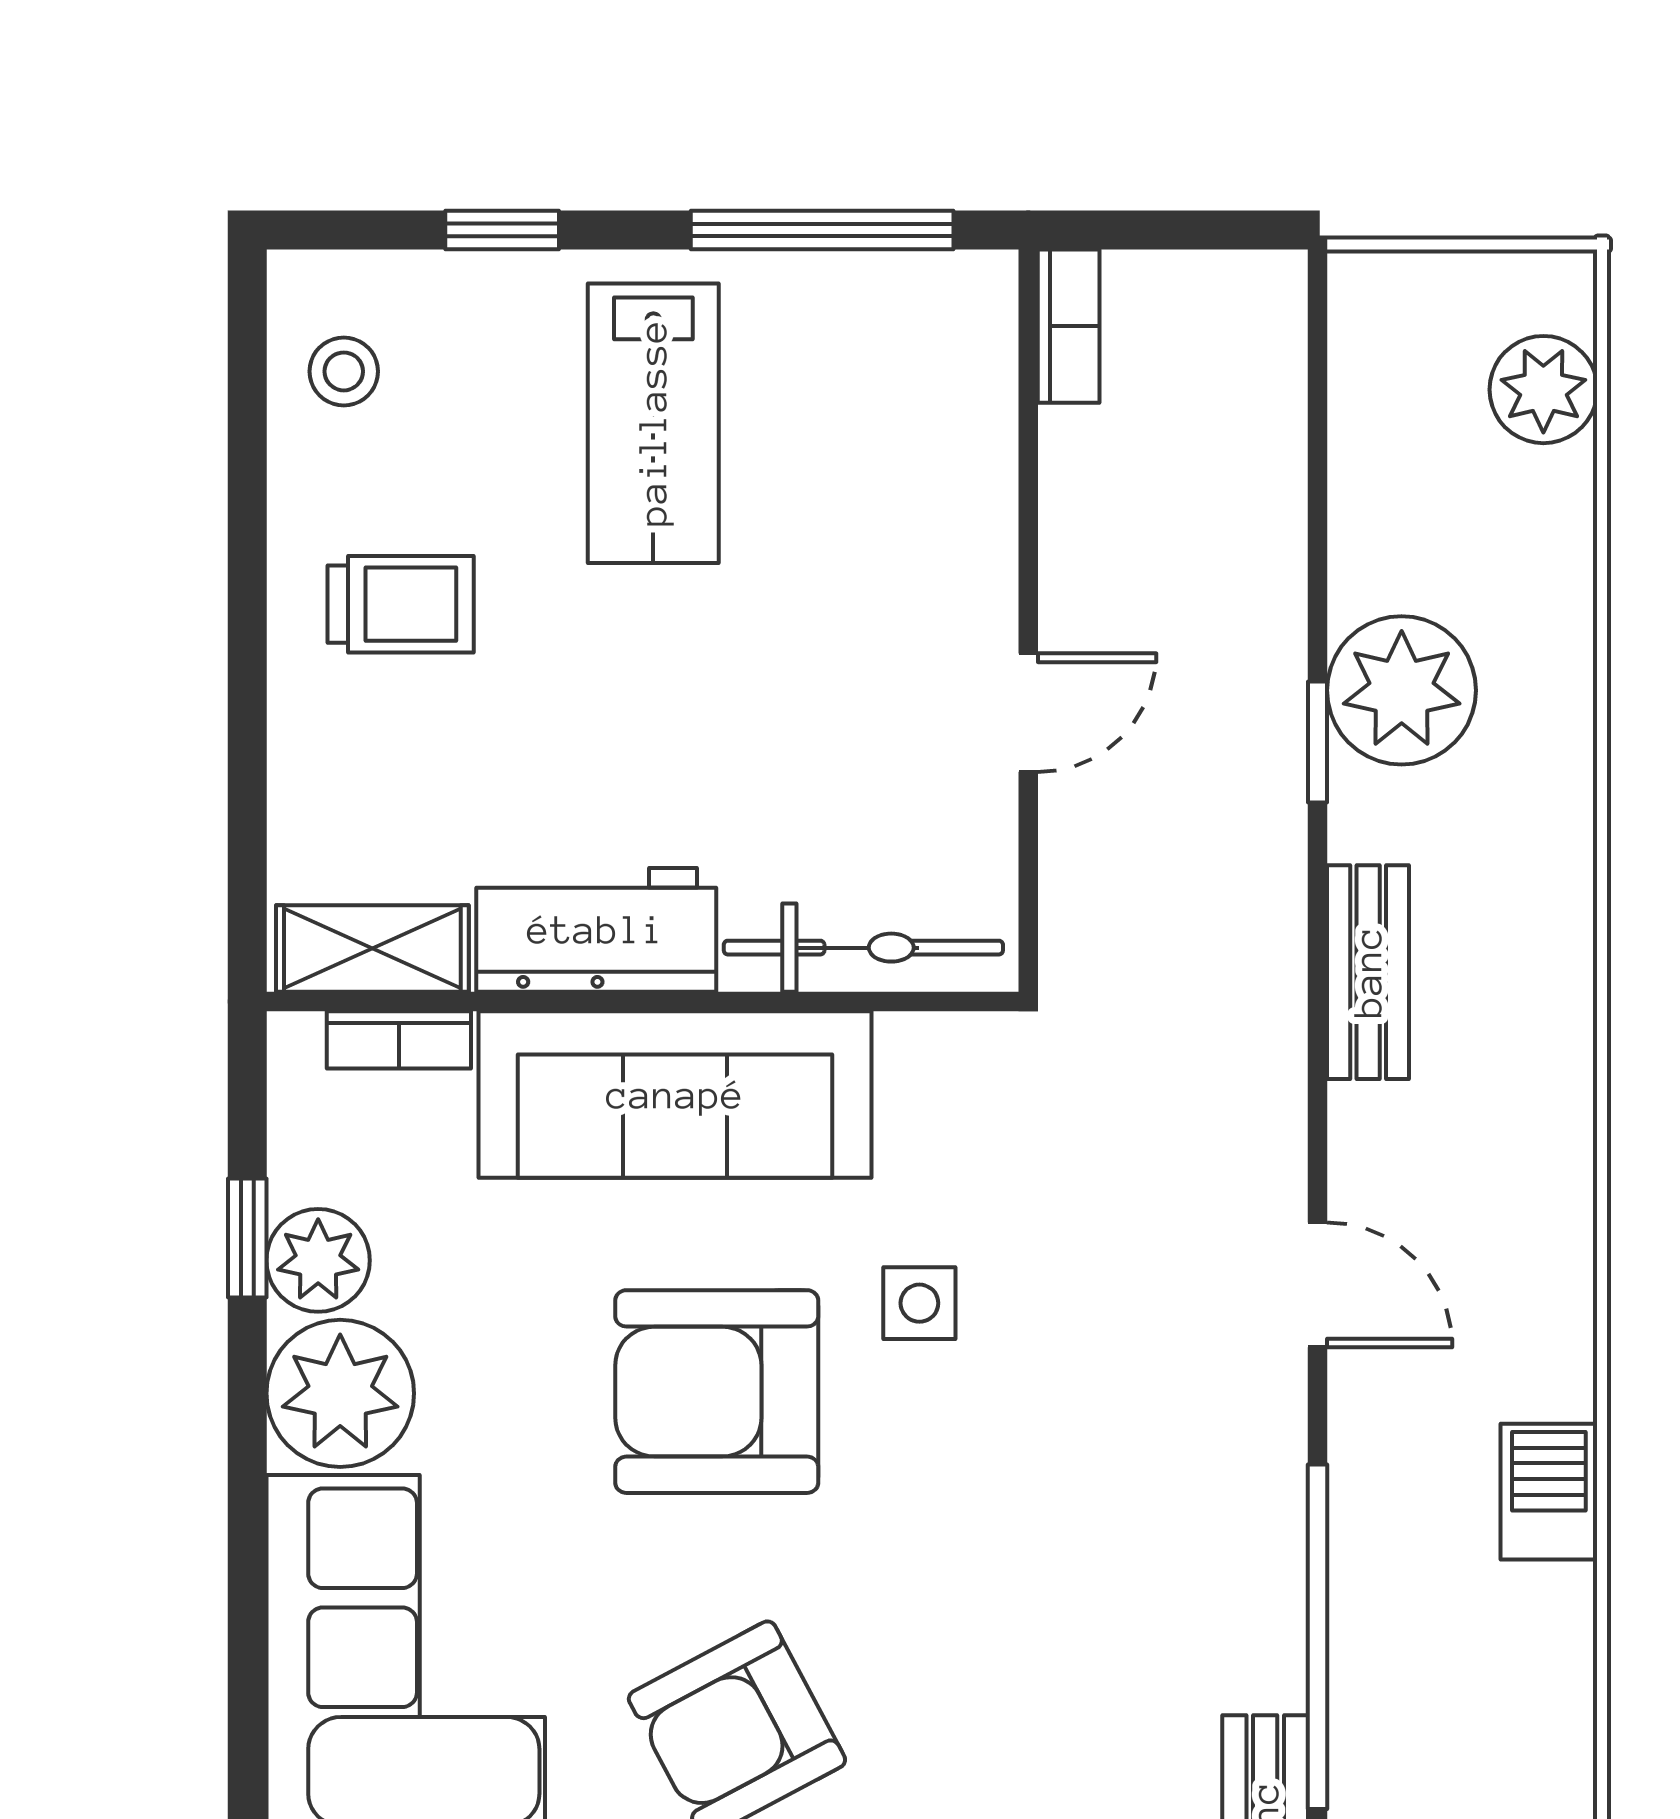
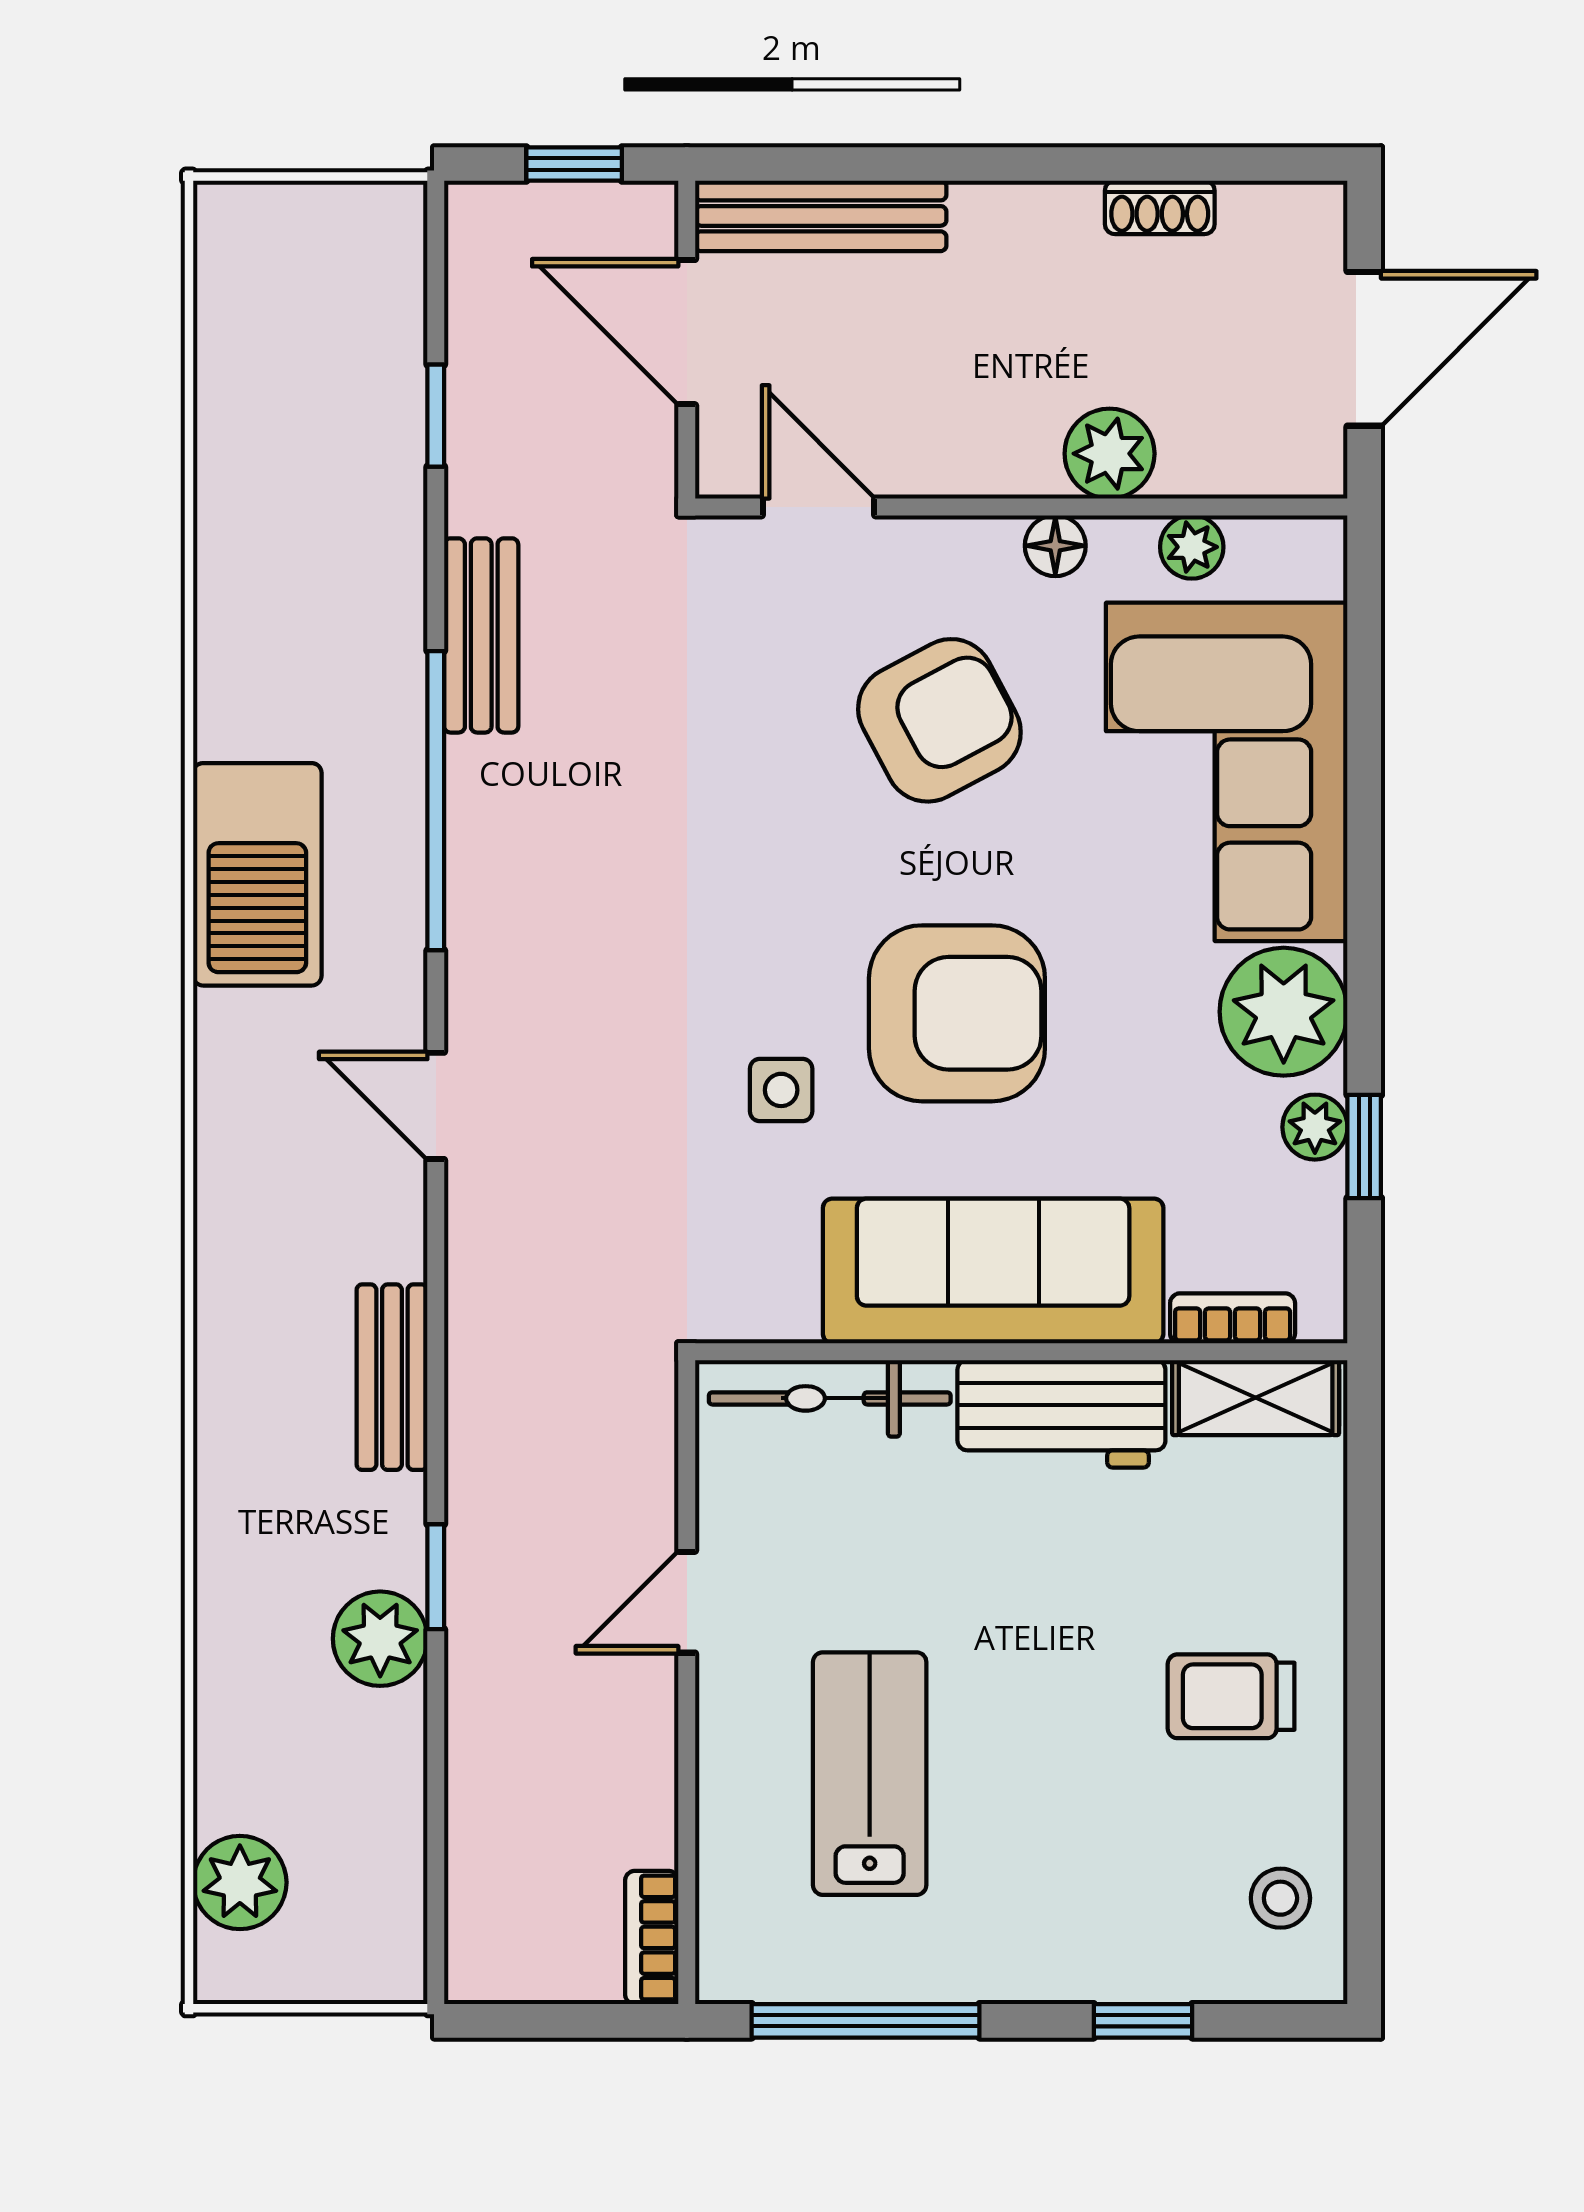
lab bench: (653, 423) -> (870, 1774), moved
plant: (1402, 690) -> (380, 1639), width x0.73, depth x0.73
plant: (318, 1260) -> (1315, 1127), width x0.73, depth x0.73
barbecue: (1549, 1492) -> (257, 874), width x1.88, depth x1.53

